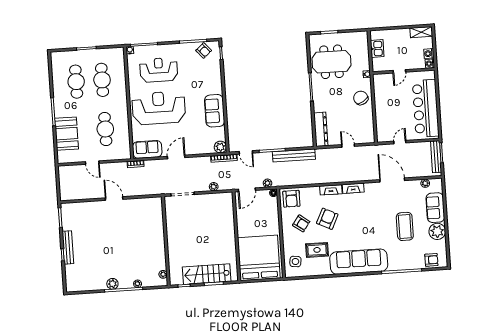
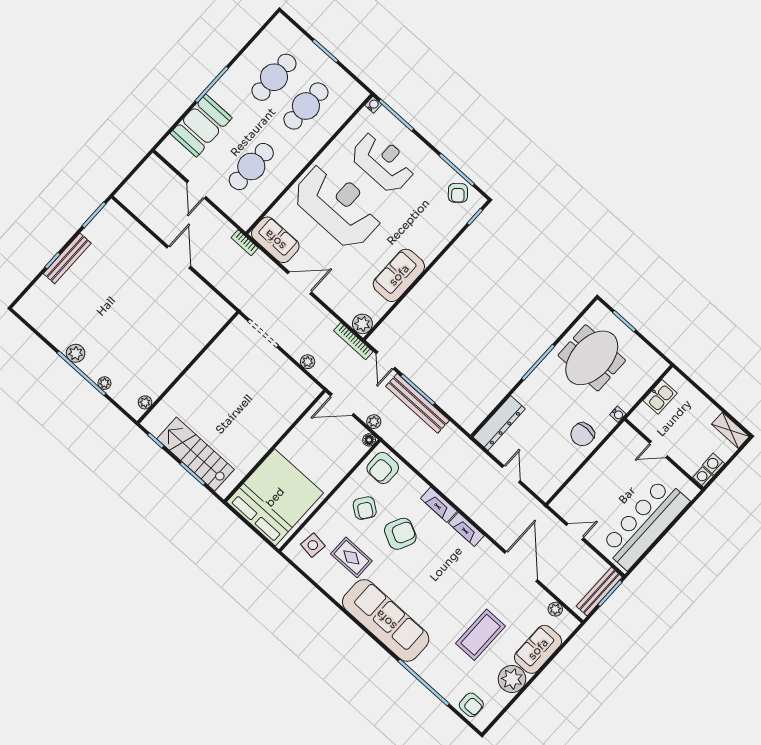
meeting table: (331, 62) -> (592, 358), turned 90
chair: (361, 98) -> (583, 434), turned -148
bench: (294, 155) -> (417, 403), moved

